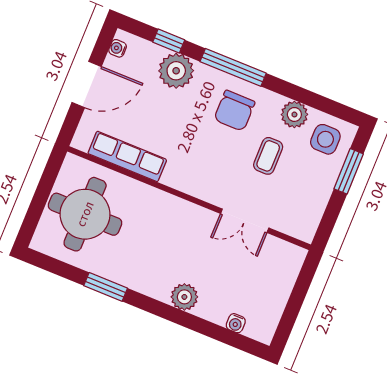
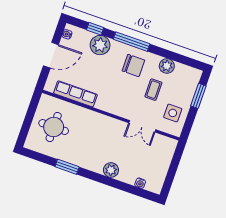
chair: (234, 111) -> (133, 65), turned -90
side table: (325, 139) -> (173, 113), moved
round table: (85, 214) -> (54, 127), width x0.73, depth x0.73

